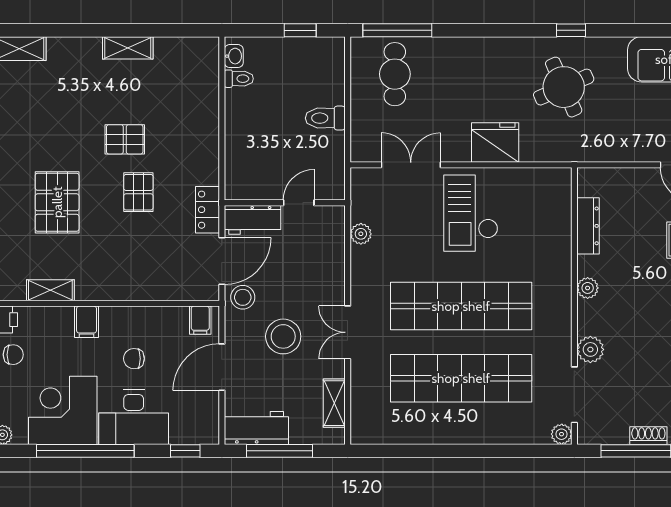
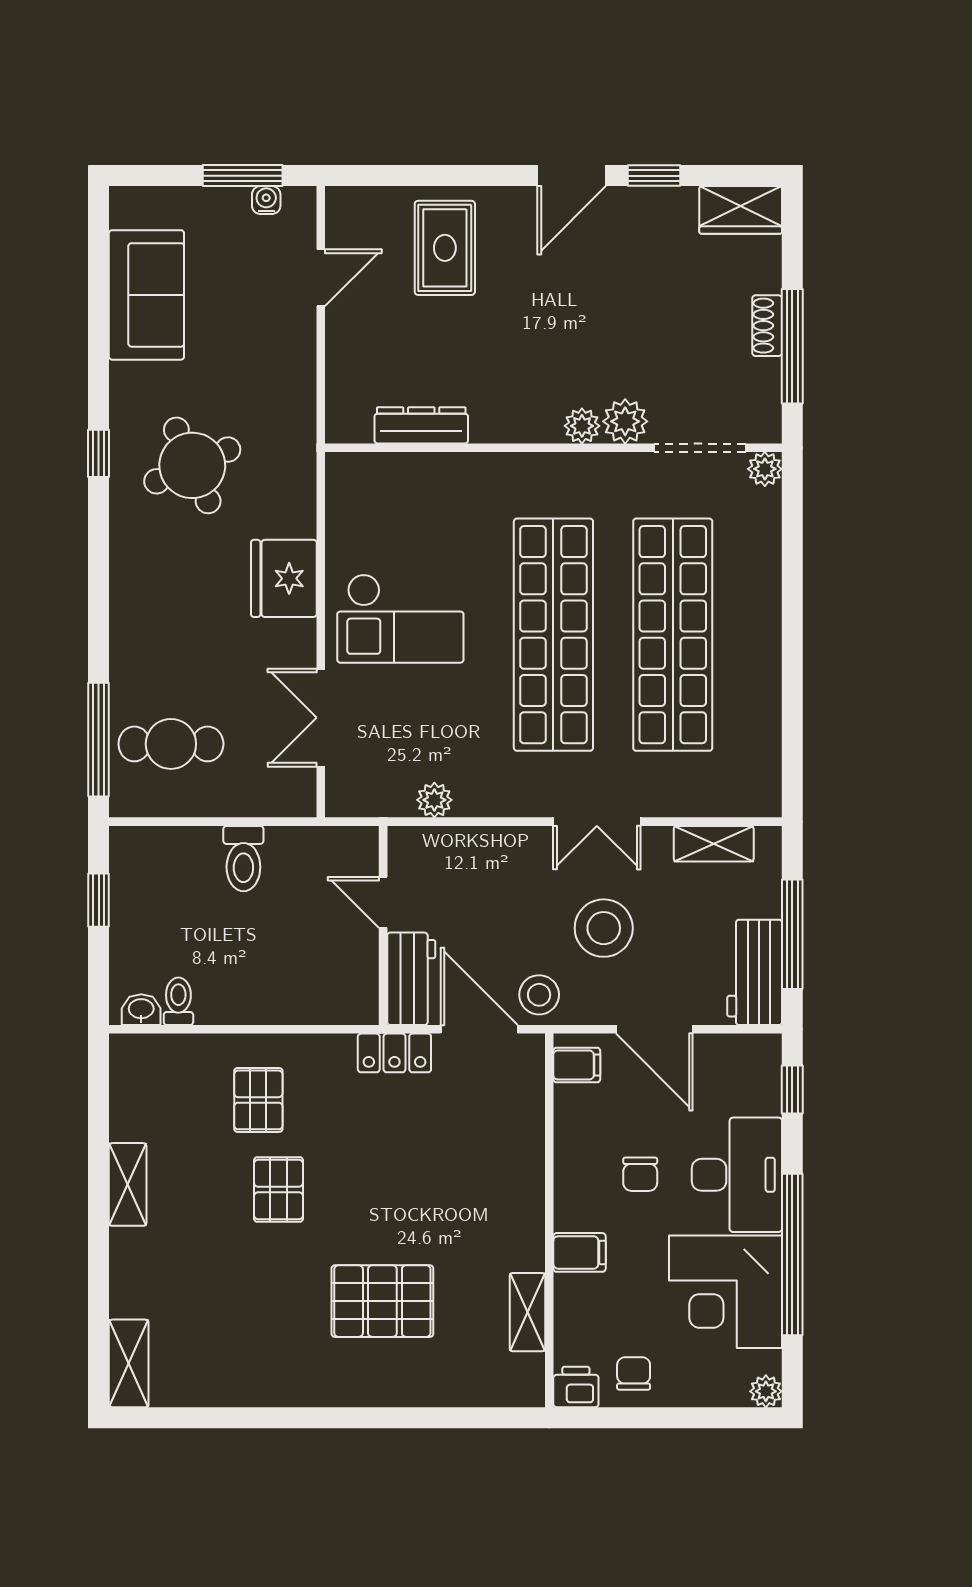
pallet: (138, 192) -> (258, 1100), moved, turned 90
plant: (588, 288) -> (582, 426), moved

